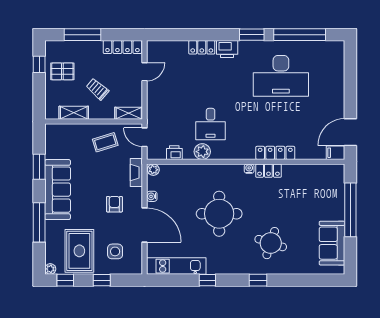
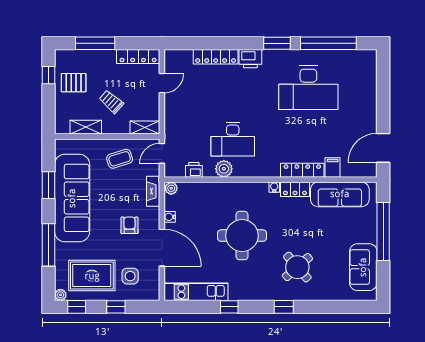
locker: (202, 47) -> (216, 57), width x1.53
desk: (211, 124) -> (233, 139), width x1.37
door: (145, 137) -> (162, 153), hinge flipped
filing cabinet: (336, 153) -> (333, 168), moved, turned 90
sofa: (310, 175) -> (340, 194), added
sofa: (58, 190) -> (72, 198), width x1.36, depth x1.27
round table: (271, 243) -> (297, 267), turned 31
rug: (79, 251) -> (92, 276), turned 90

